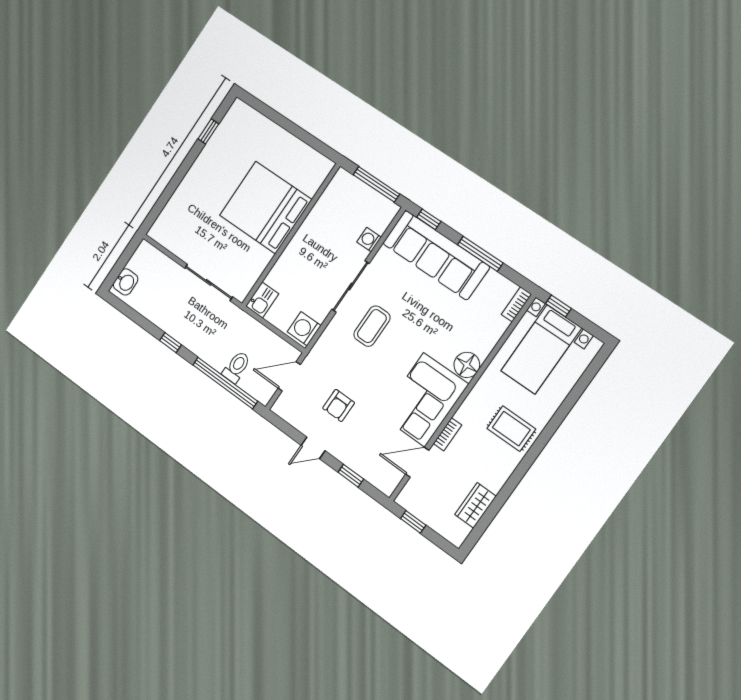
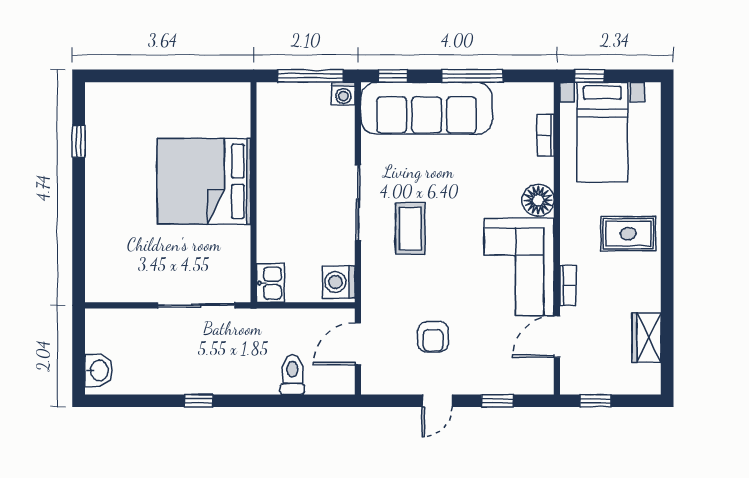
washing machine: (369, 240) -> (343, 94), moved, turned -90
bookcase: (516, 304) -> (546, 135), moved
window: (225, 383) -> (292, 401), removed

